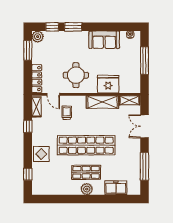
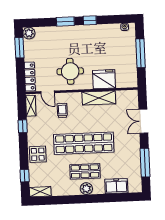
window: (52, 27) -> (90, 20), moved
sofa: (104, 40) -> (98, 33), removed
shelving: (129, 100) -> (40, 192), moved

